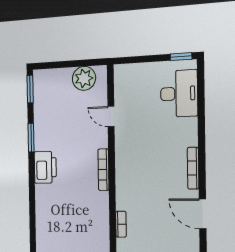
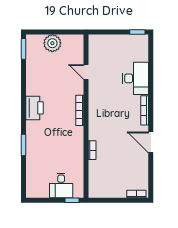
plant: (84, 78) -> (52, 43), moved
desk: (179, 94) -> (136, 78), moved
window: (31, 138) -> (24, 145), moved

